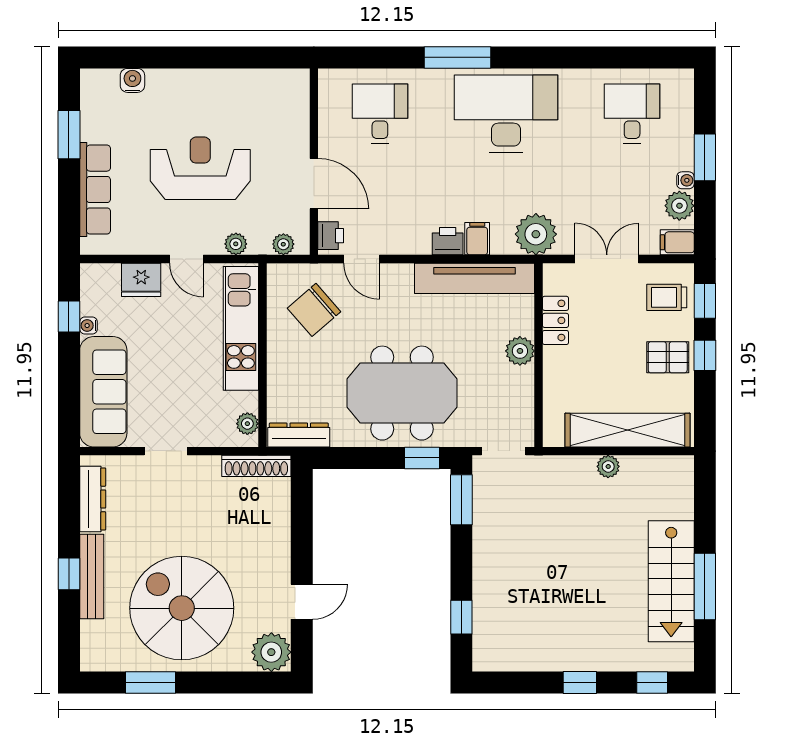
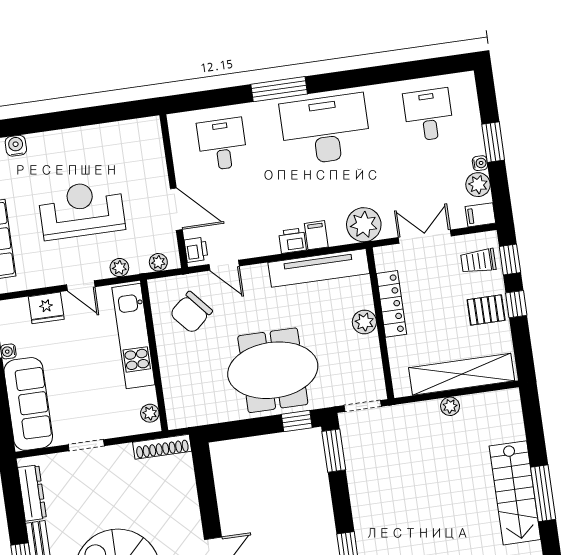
locker: (555, 320) -> (391, 304), width x1.53
dresser: (299, 435) -> (193, 417), removed

